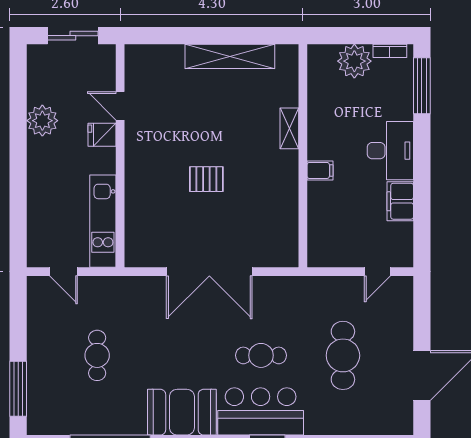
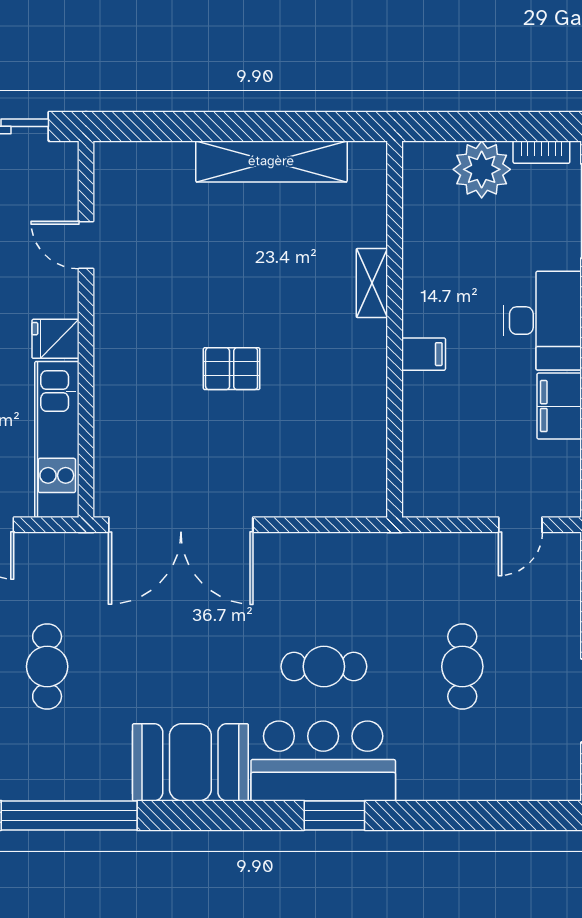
fridge: (102, 135) -> (55, 339), moved
double door: (209, 272) -> (181, 525), moved
cafe table: (343, 355) -> (462, 667), width x0.73, depth x0.74

